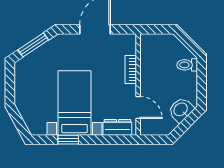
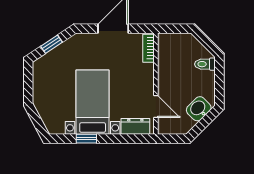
window: (33, 45) -> (52, 44), width x0.67
bookcase: (131, 70) -> (149, 48), moved

